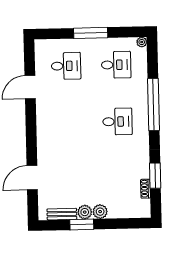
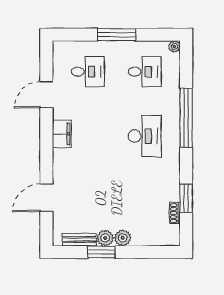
filing cabinet: (44, 121) -> (62, 134), added
desk: (117, 122) -> (145, 136), width x1.37

